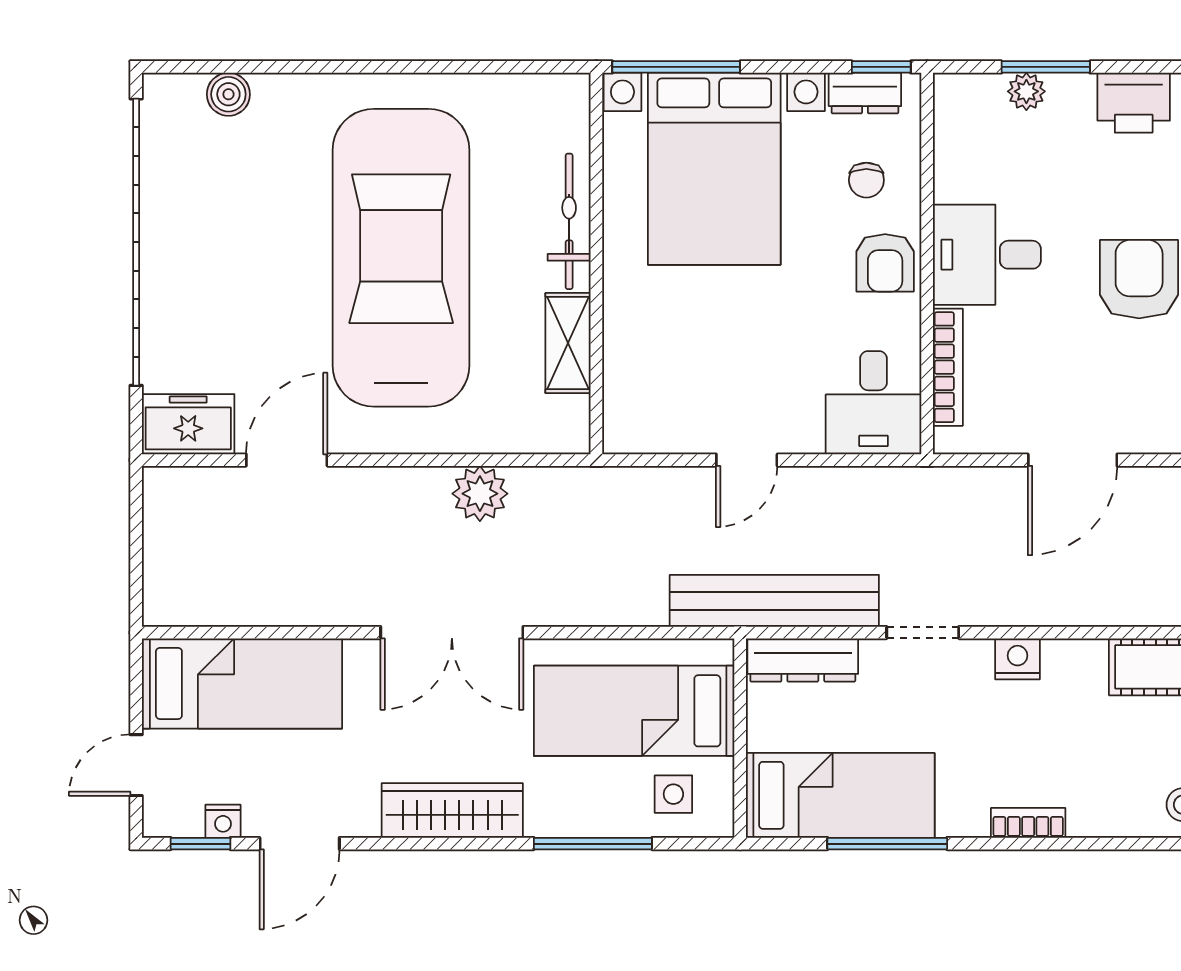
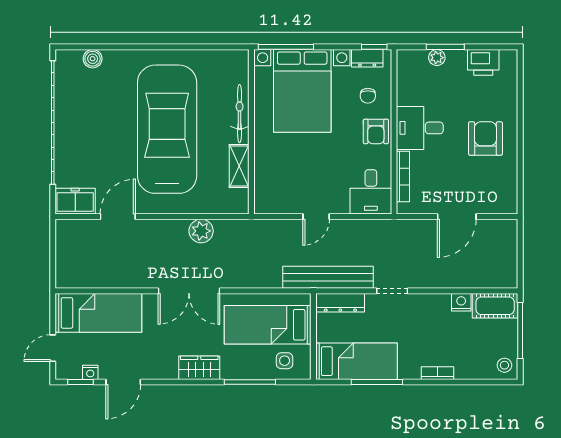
nightstand: (1017, 659) -> (461, 302), moved
wardrobe: (452, 810) -> (199, 368), width x0.67

